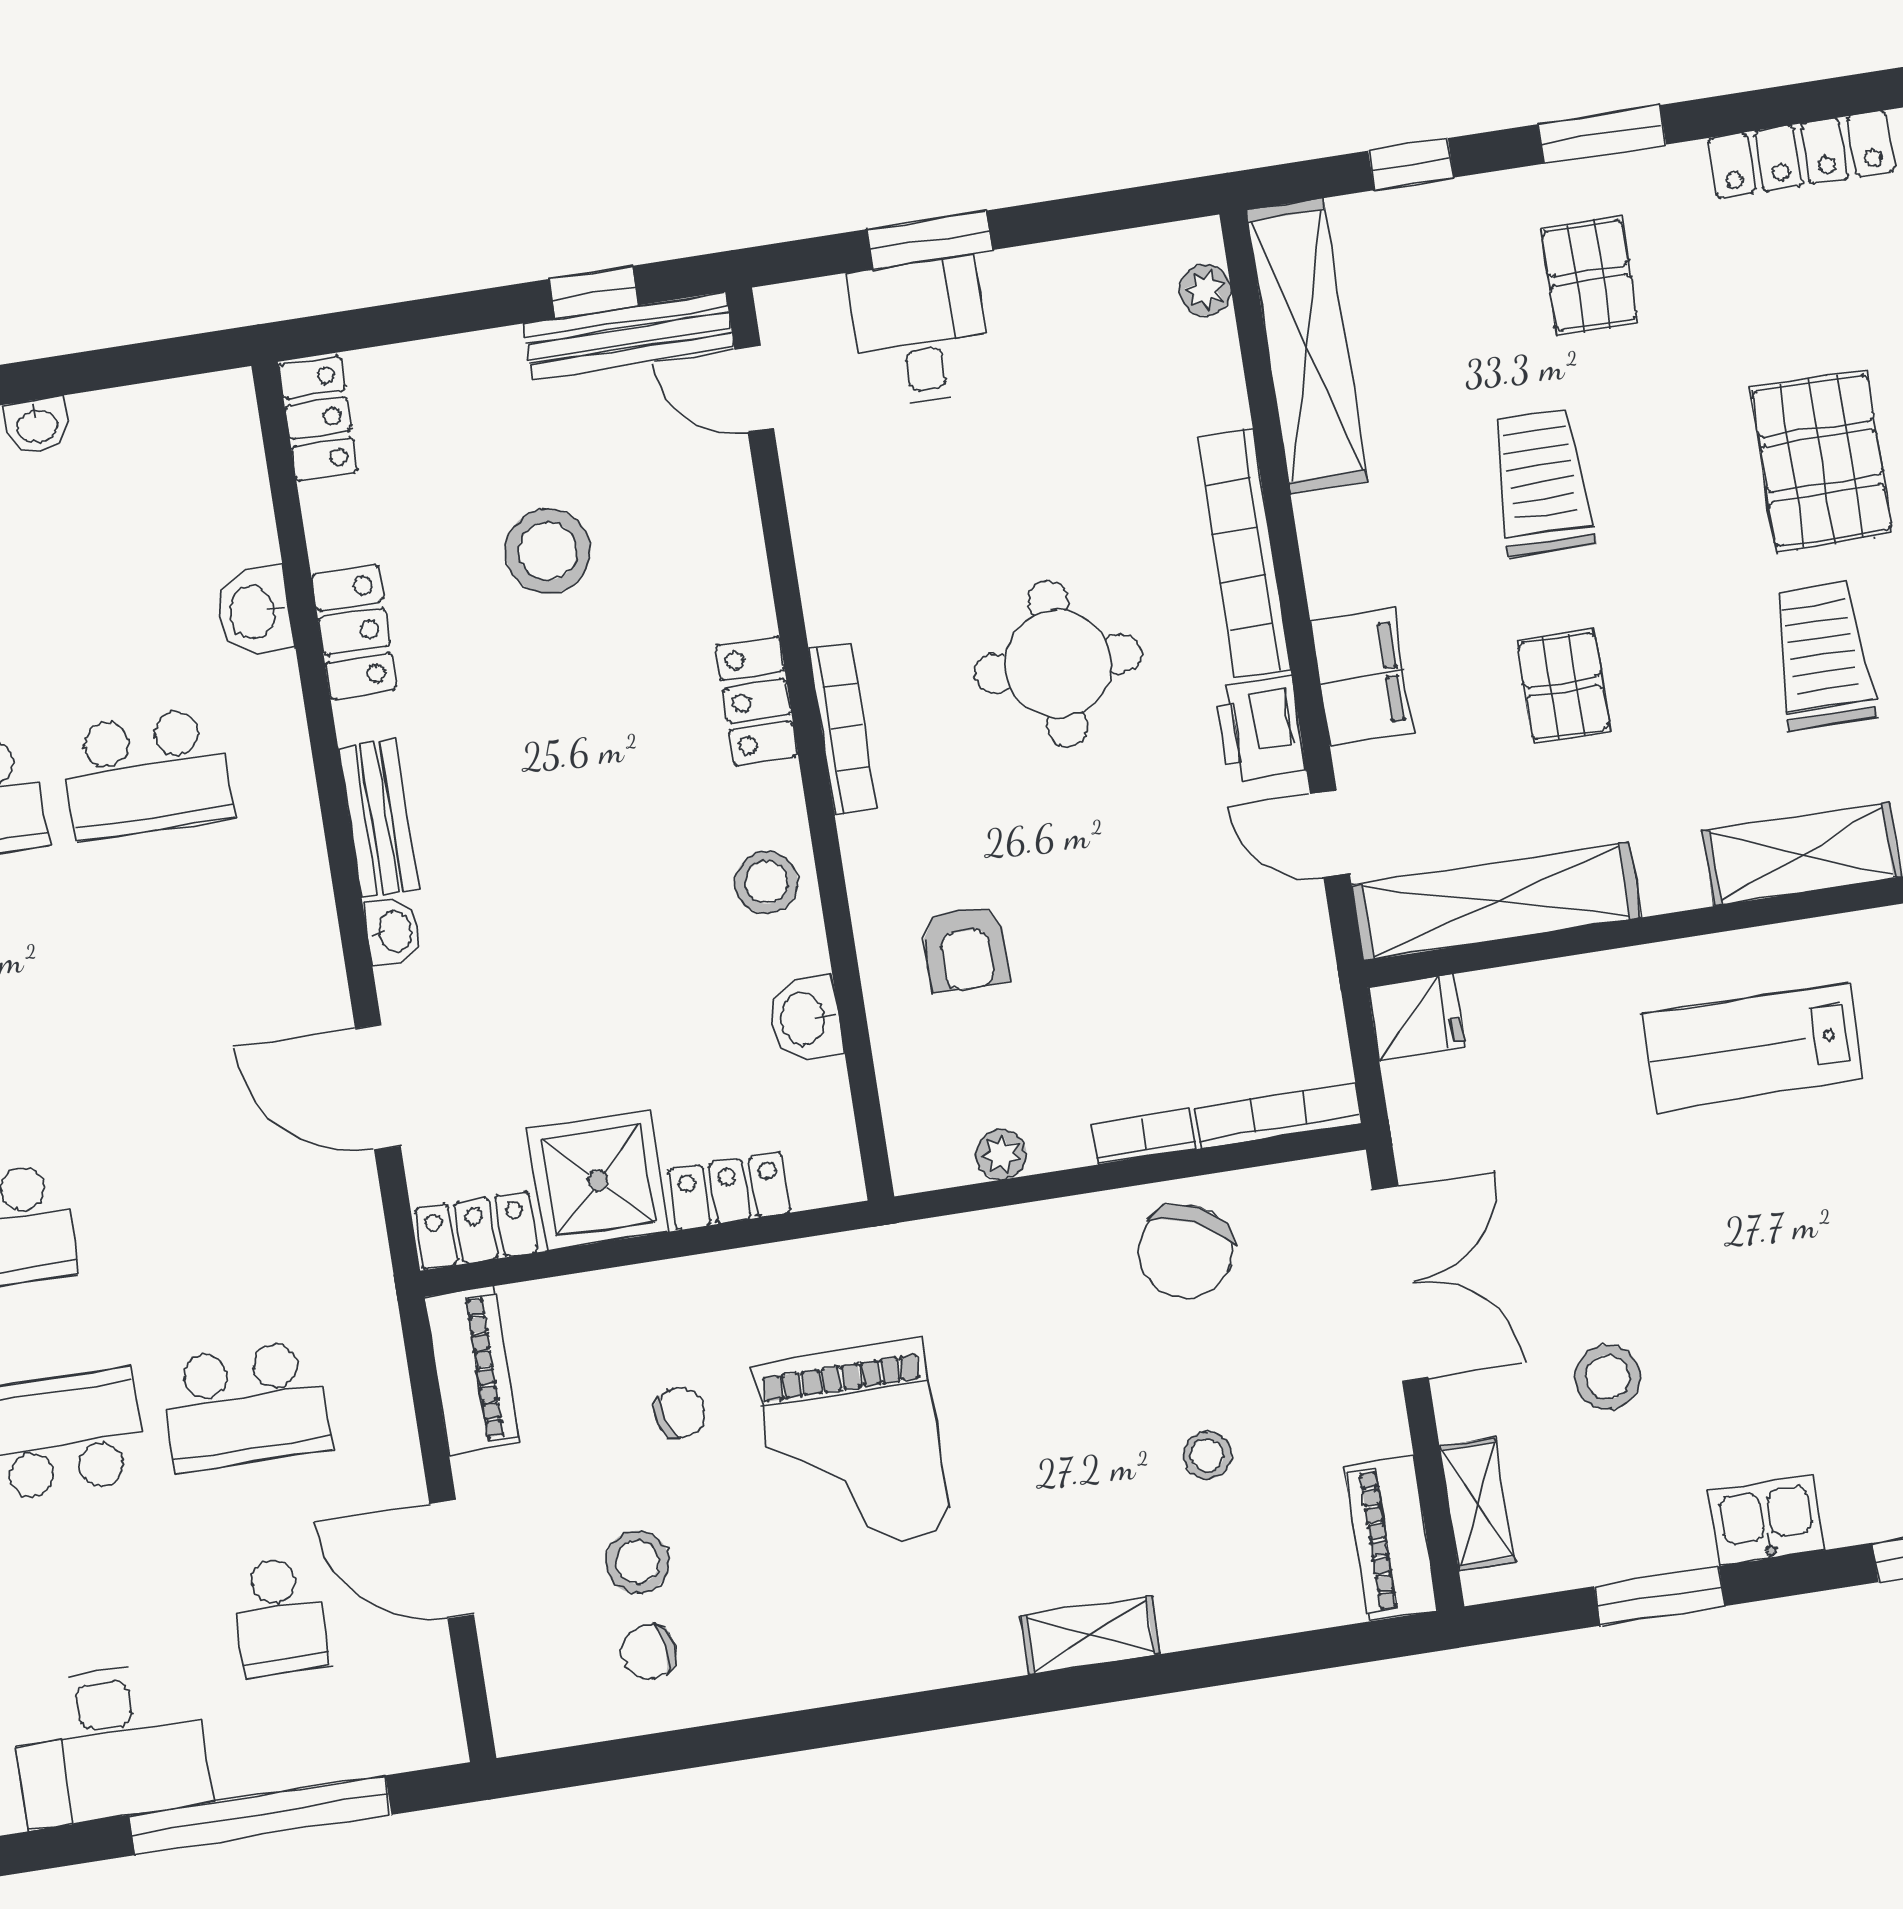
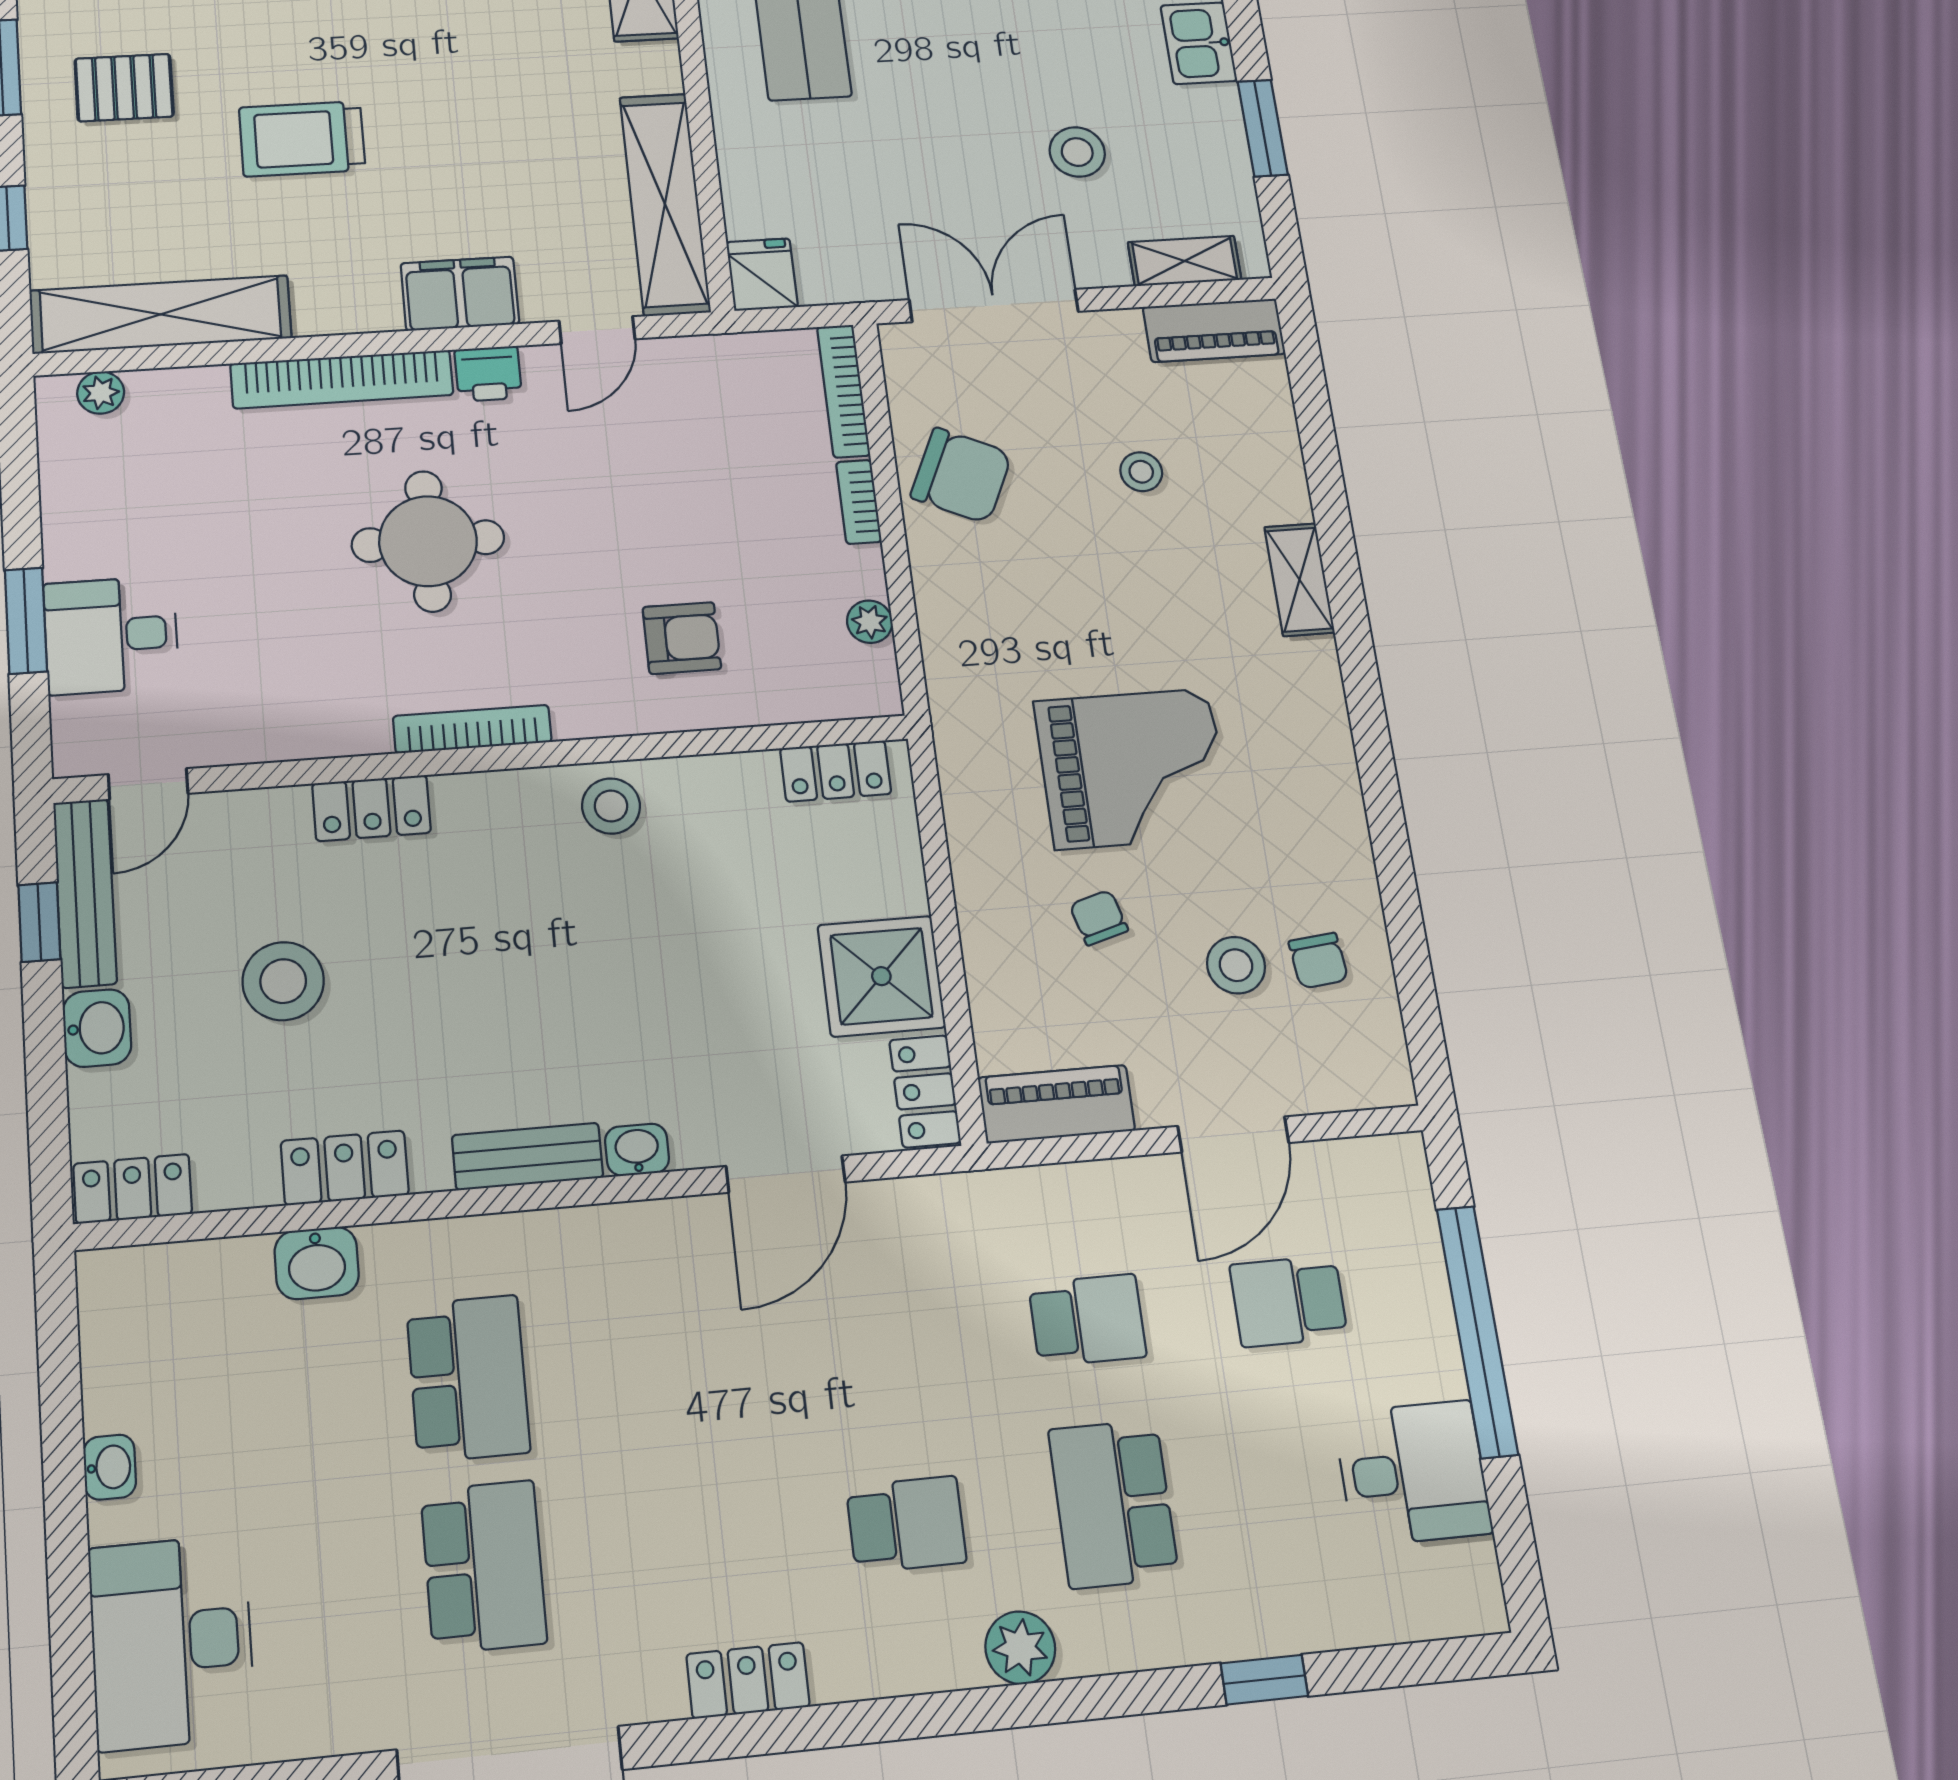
pallet: (1564, 686) -> (481, 137), removed
locker: (757, 701) -> (371, 808), moved
printer: (1260, 729) -> (488, 374), width x0.73, depth x0.81
washbasin: (805, 1018) -> (97, 1028), moved, turned -90
locker: (729, 1191) -> (836, 771), moved, turned -90
school desk: (246, 1406) -> (1087, 1320), width x0.54
school desk: (279, 1617) -> (1289, 1301), turned 180
desk: (110, 1744) -> (1413, 1473), width x0.73

